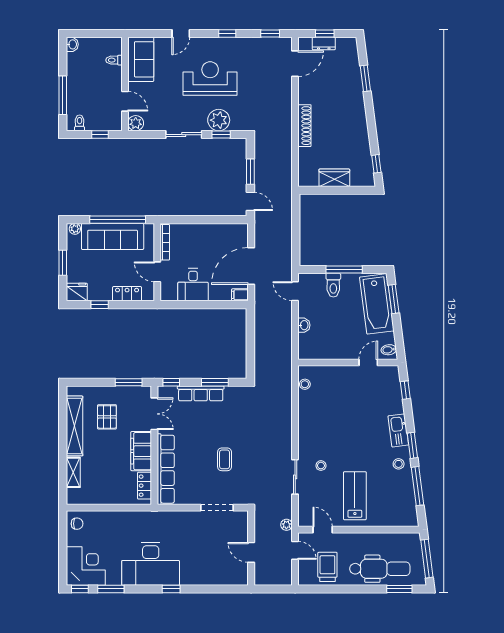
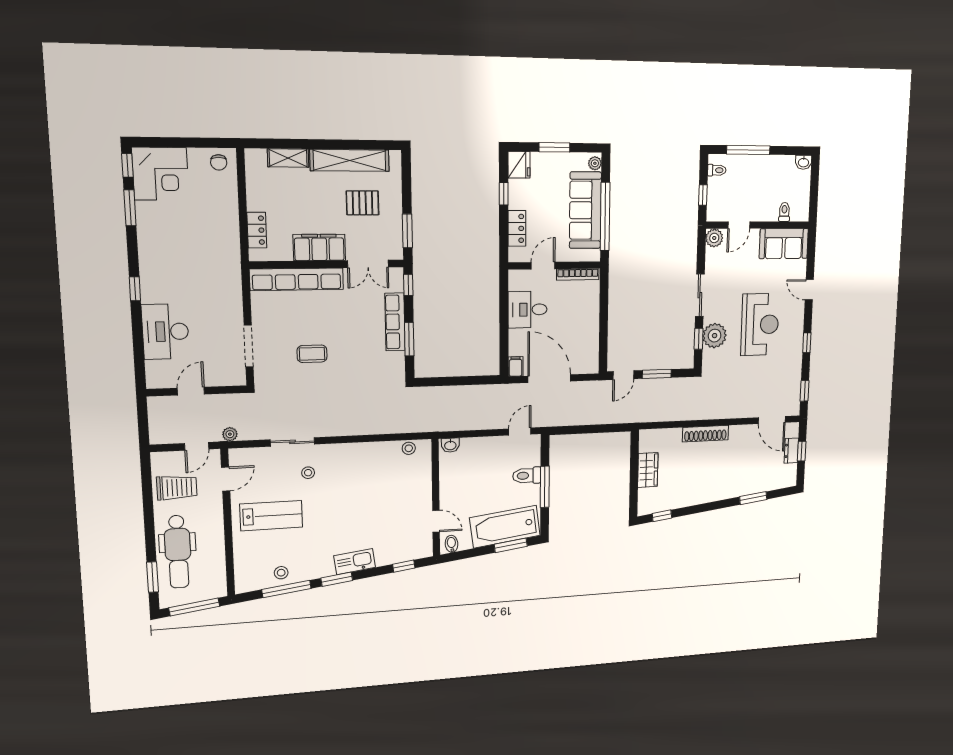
washbasin: (304, 325) -> (450, 445), moved
stool: (399, 464) -> (281, 573), moved
locker: (145, 486) -> (257, 230), moved, turned 90
desk: (151, 564) -> (165, 332), moved, width x0.73, depth x0.77

